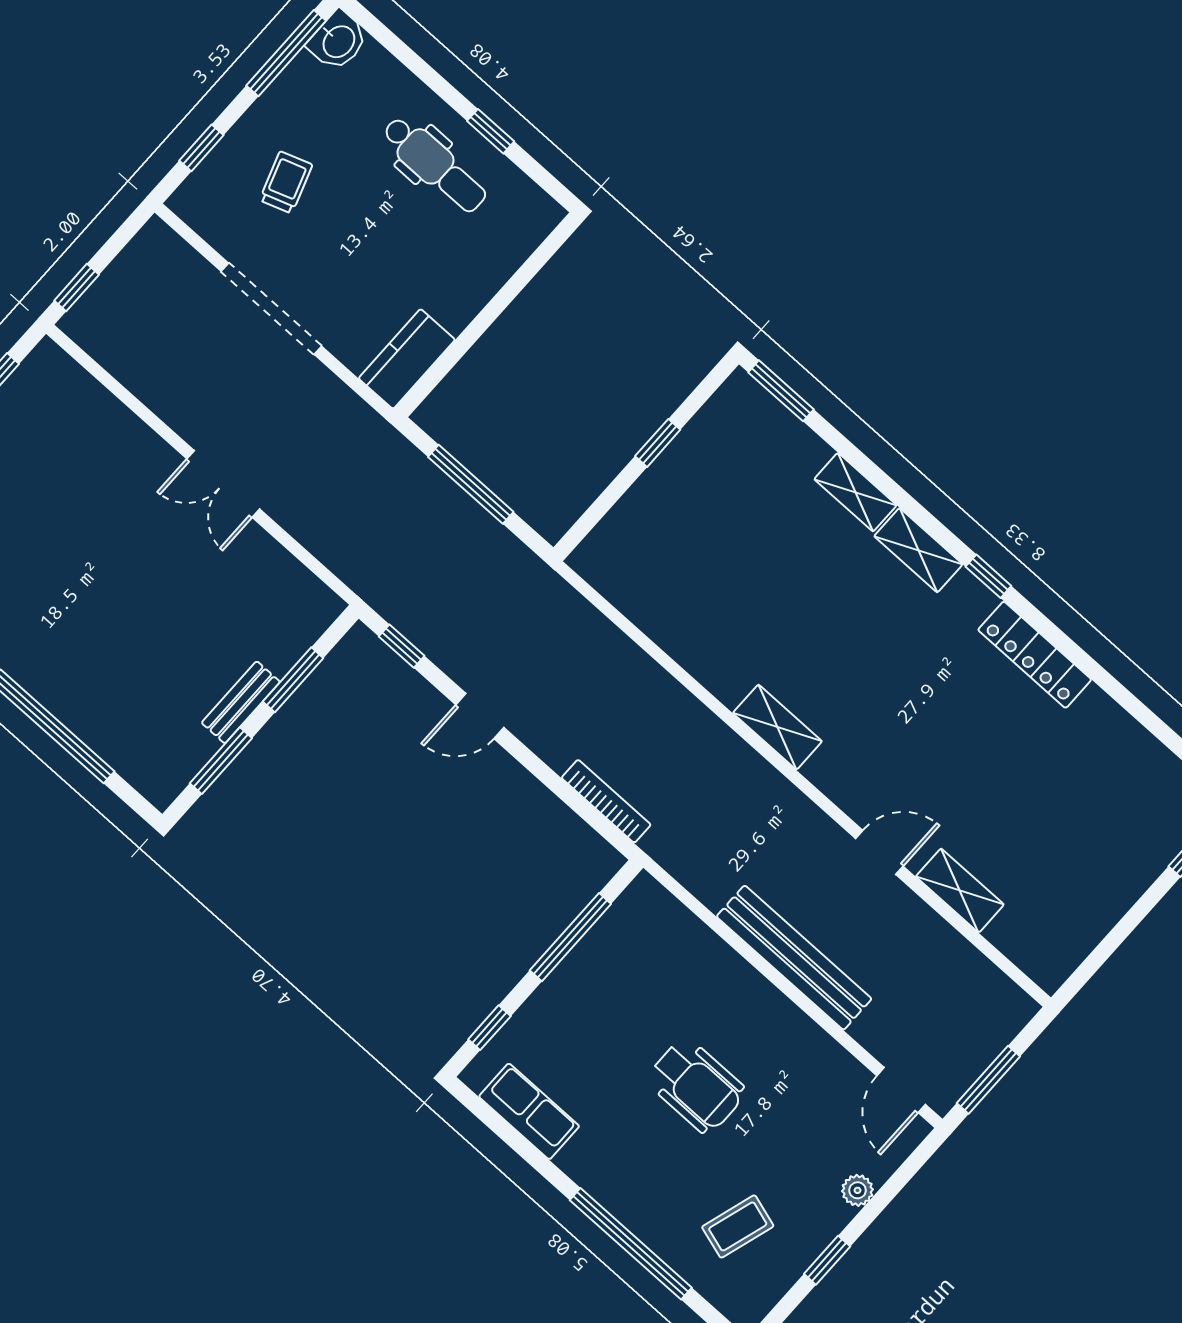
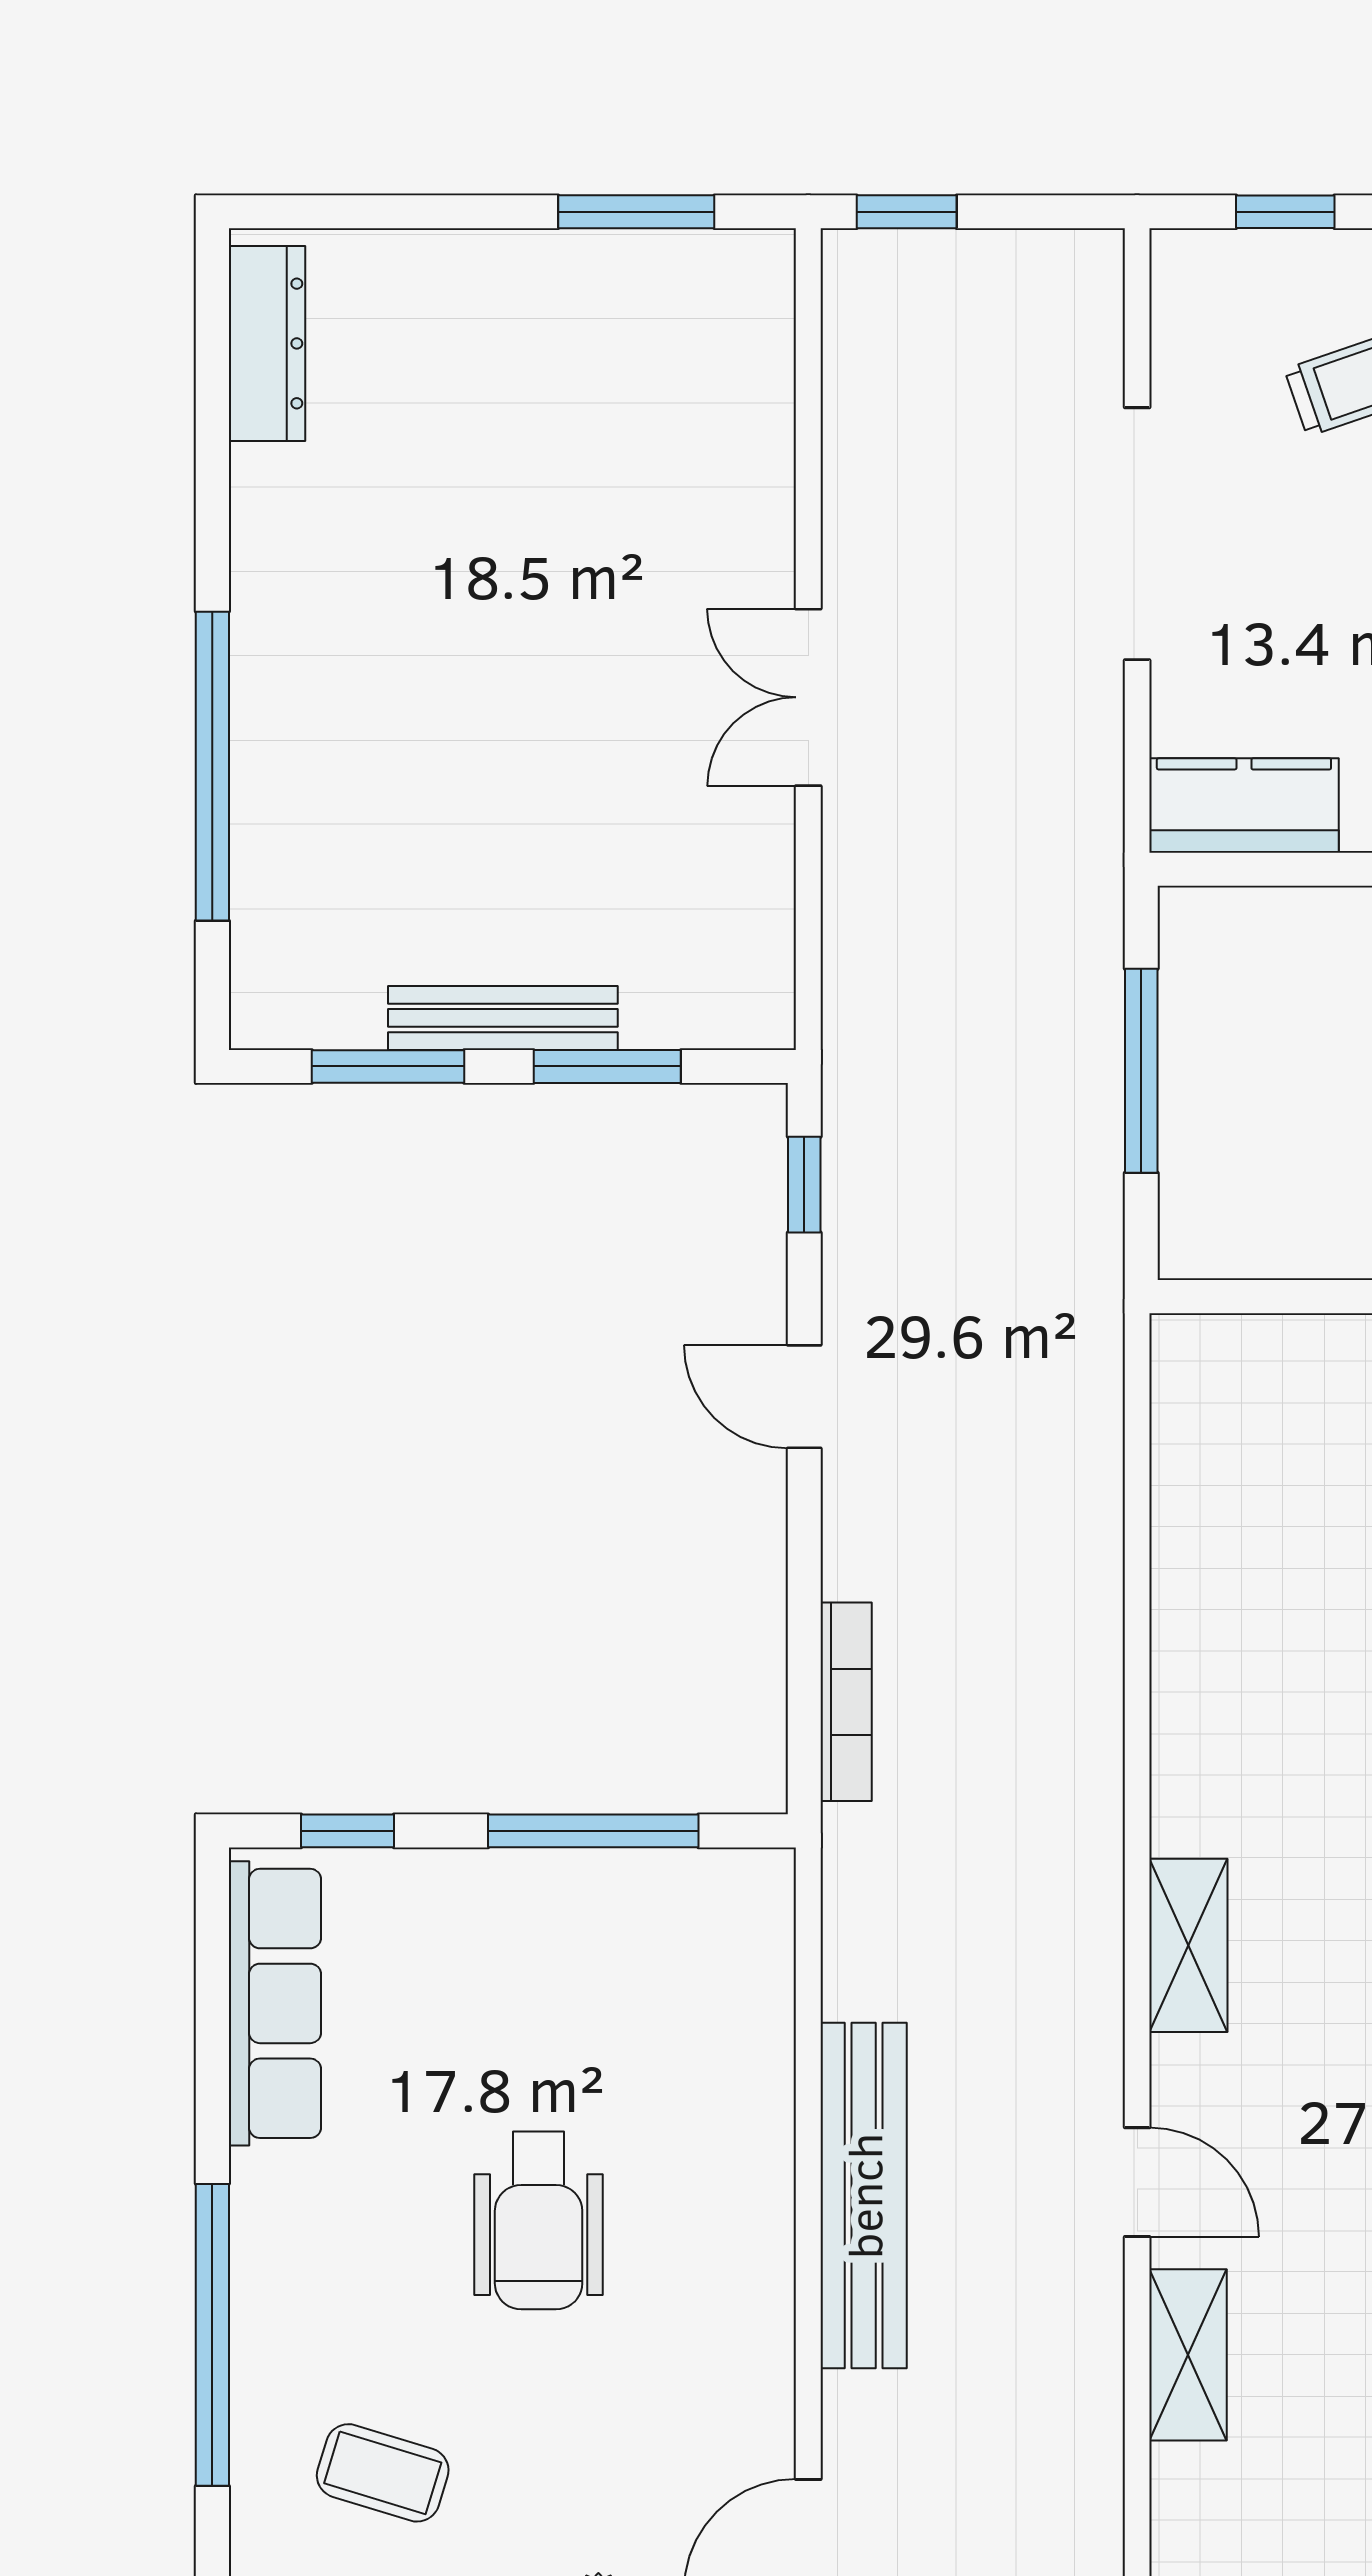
bench: (241, 702) -> (503, 1018), width x1.36
shelving: (777, 727) -> (1188, 1945), moved
row of seats: (529, 1111) -> (275, 2003), width x1.48

